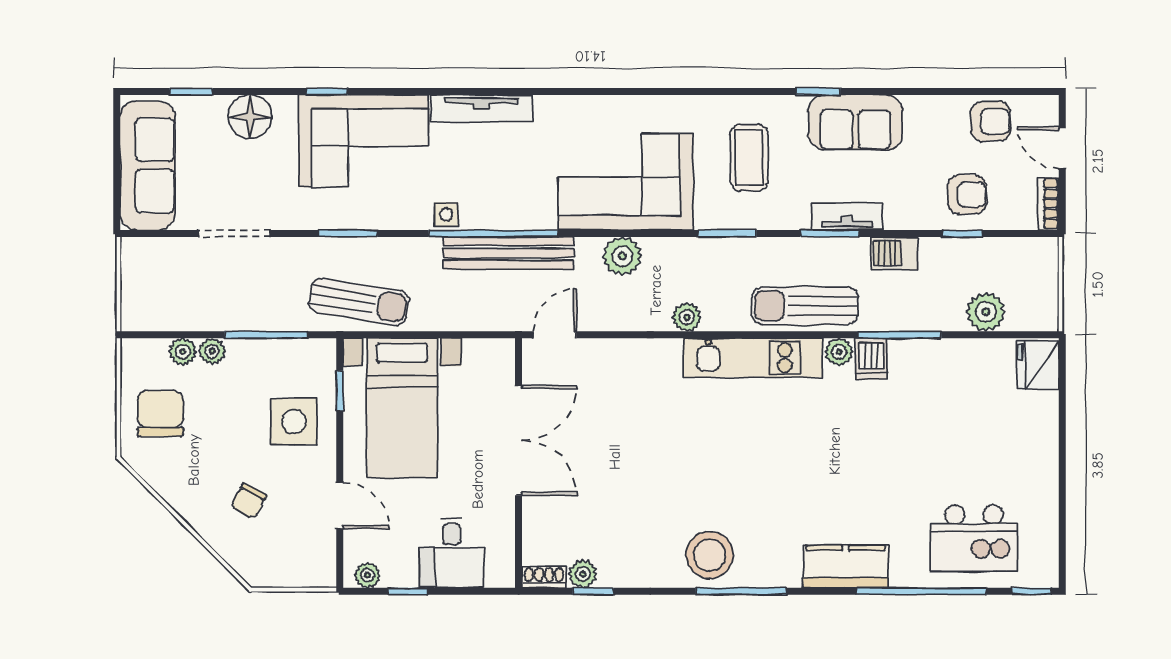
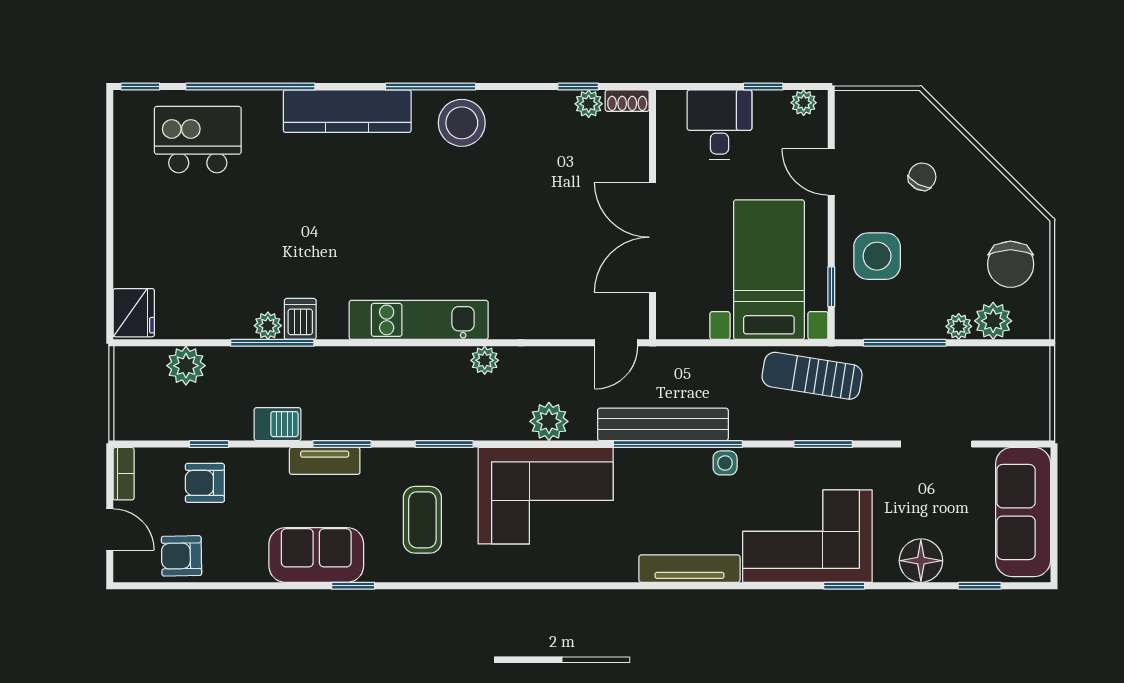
sun lounger: (805, 306) -> (367, 372), removed
plant: (183, 352) -> (993, 321), width x1.38, depth x1.38
plant: (839, 352) -> (268, 326), moved
kitchen counter: (846, 567) -> (347, 111), width x1.50

